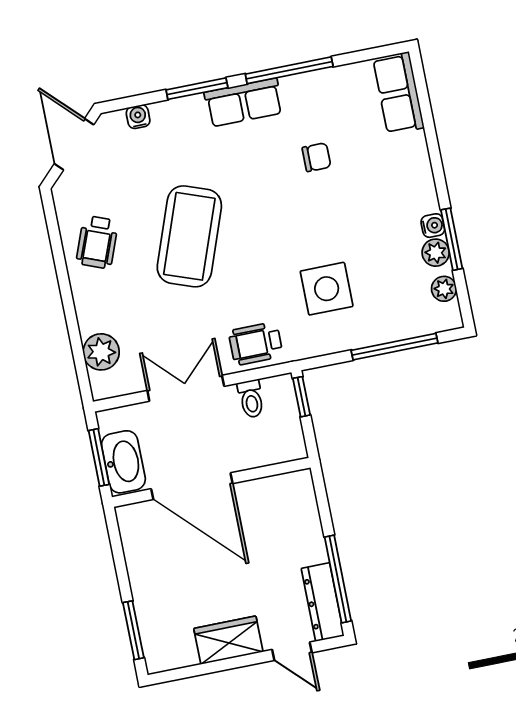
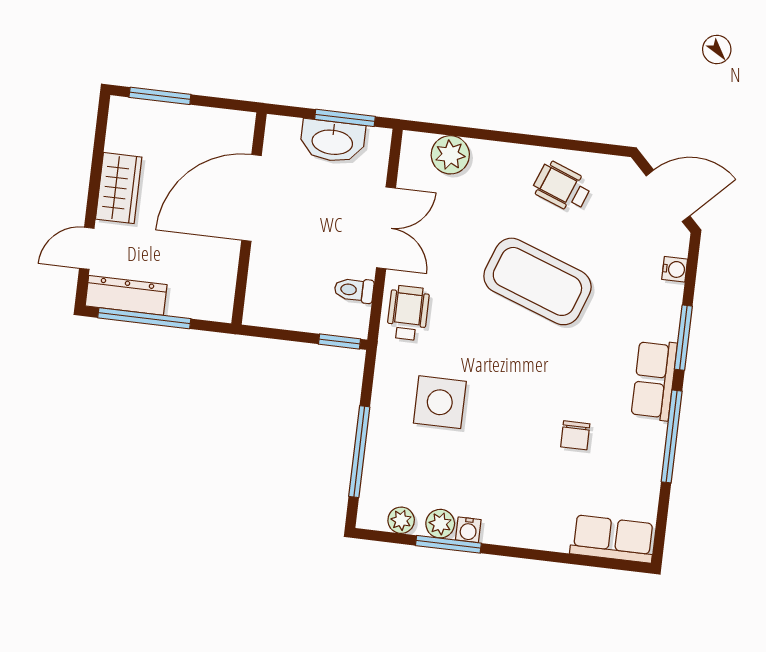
wall: (211, 482) -> (249, 219), moved
door: (192, 486) -> (251, 198), moved

